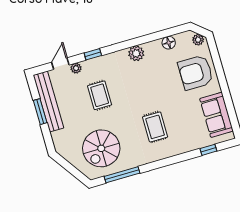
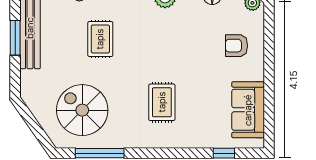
armchair: (196, 73) -> (237, 46), width x0.53, depth x0.53
spiral stairs: (101, 148) -> (82, 110), turned 90

